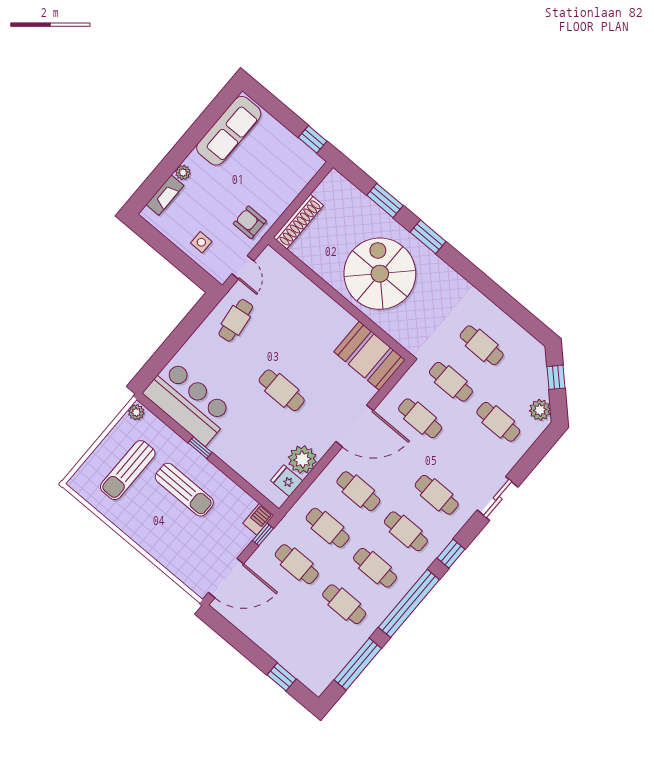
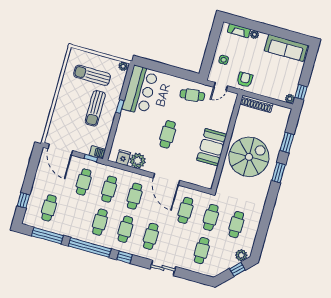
plant: (315, 163) -> (290, 99), added
booth: (369, 356) -> (212, 147), moved
plant: (540, 410) -> (241, 255), moved
cafe table: (344, 604) -> (49, 208), moved

